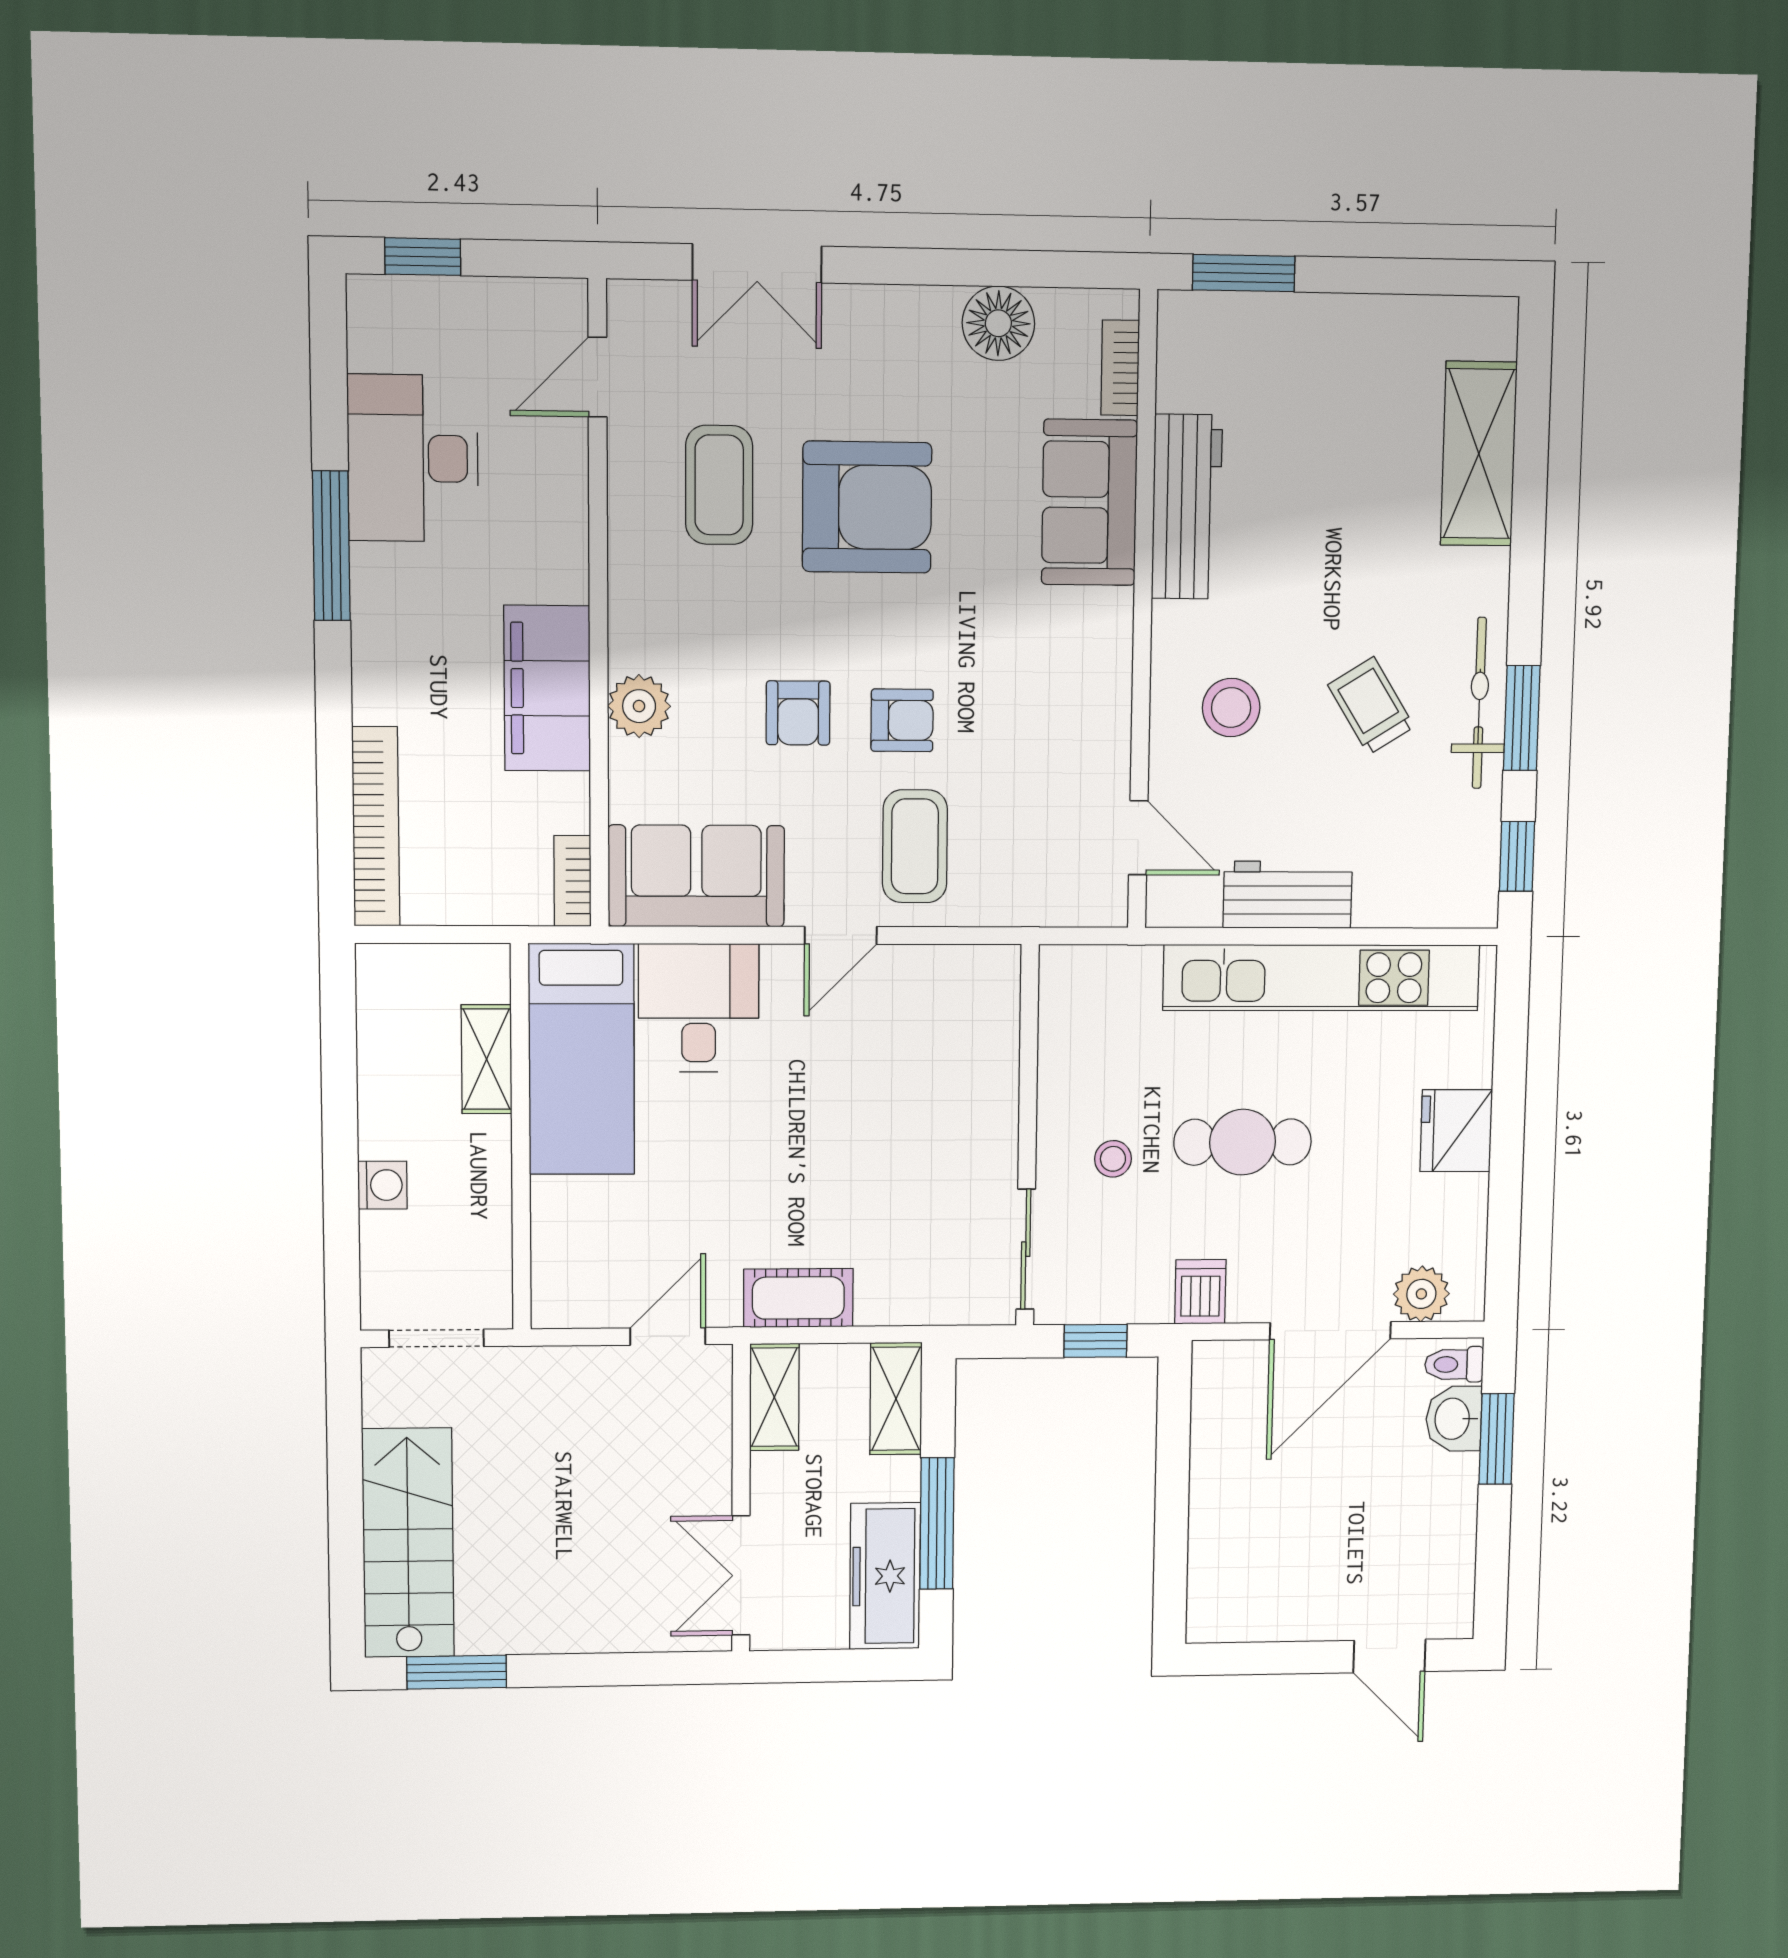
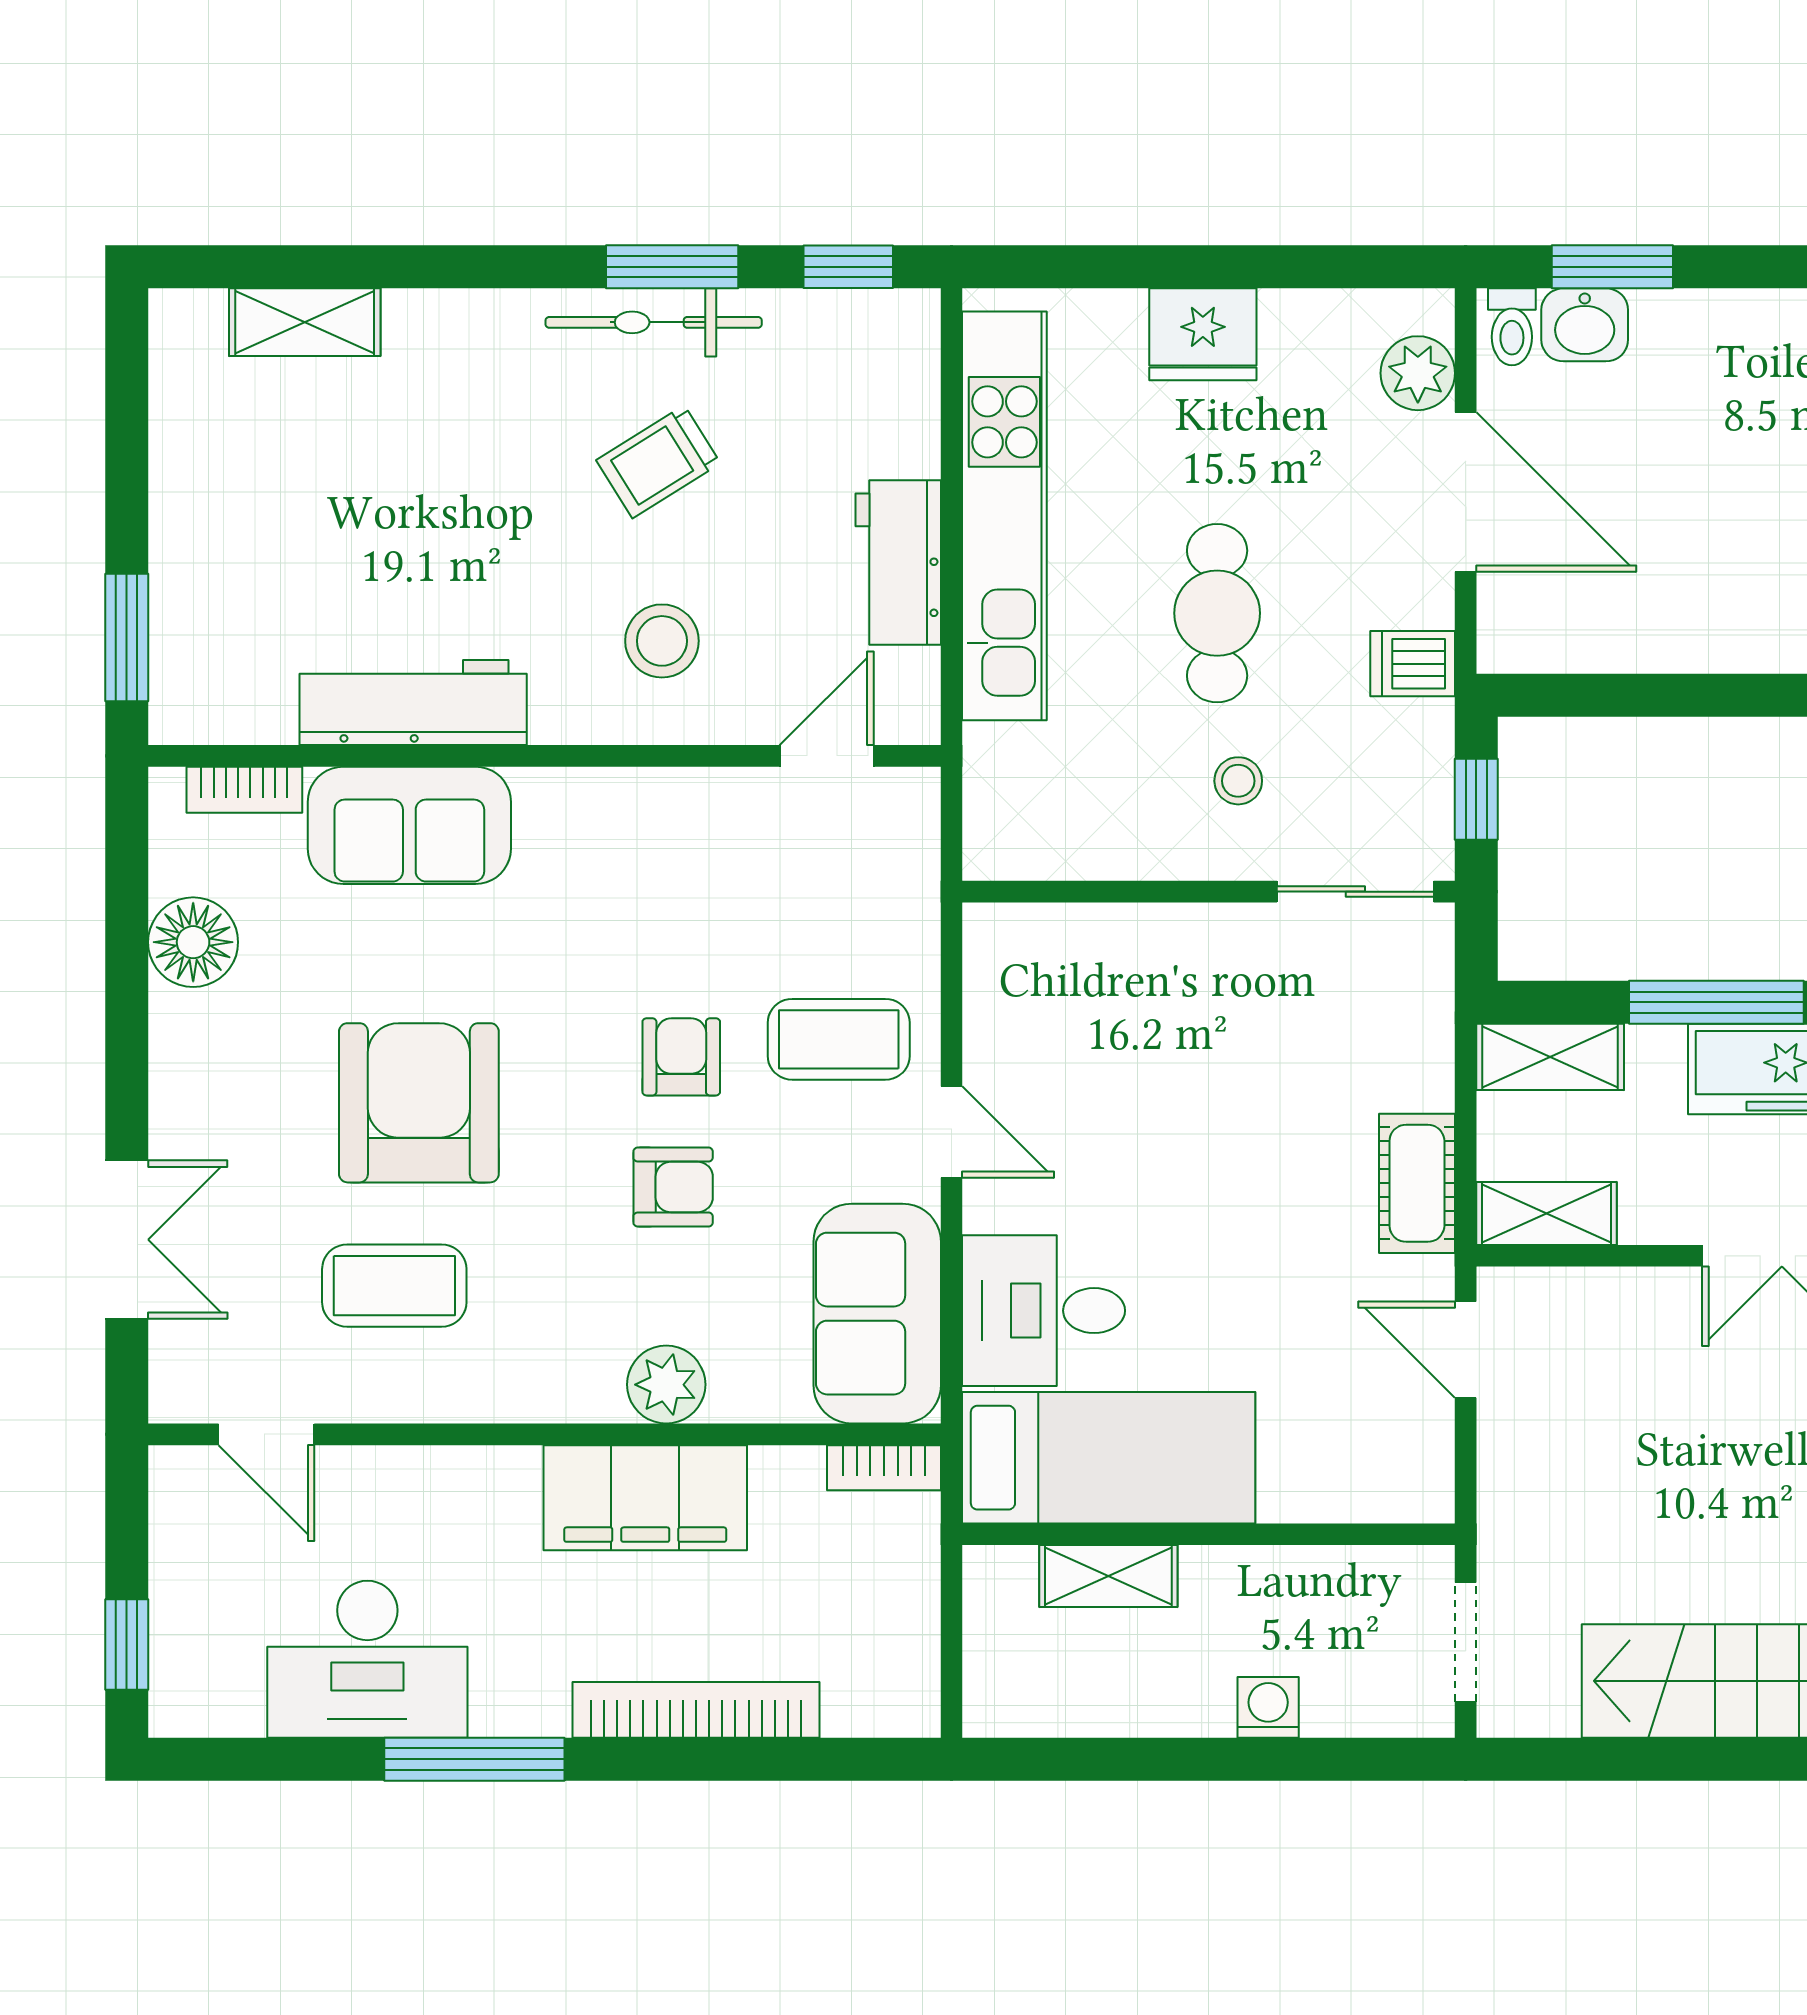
shelving: (1479, 454) -> (305, 322), width x0.67, depth x0.75
bookcase: (376, 827) -> (696, 1710), moved

